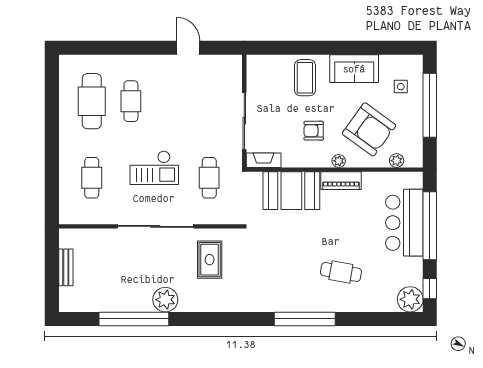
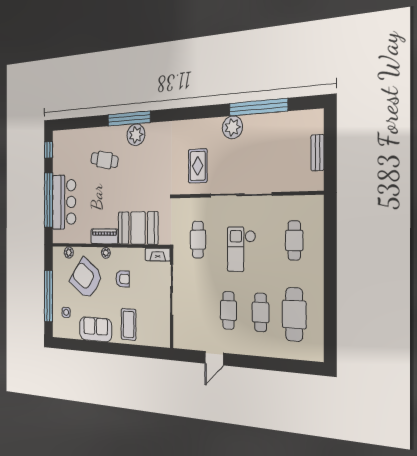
door: (188, 48) -> (214, 358), hinge flipped
cafe table: (170, 101) -> (228, 310), added
checkout: (154, 168) -> (241, 249), turned -90
plant: (410, 299) -> (136, 135), moved

